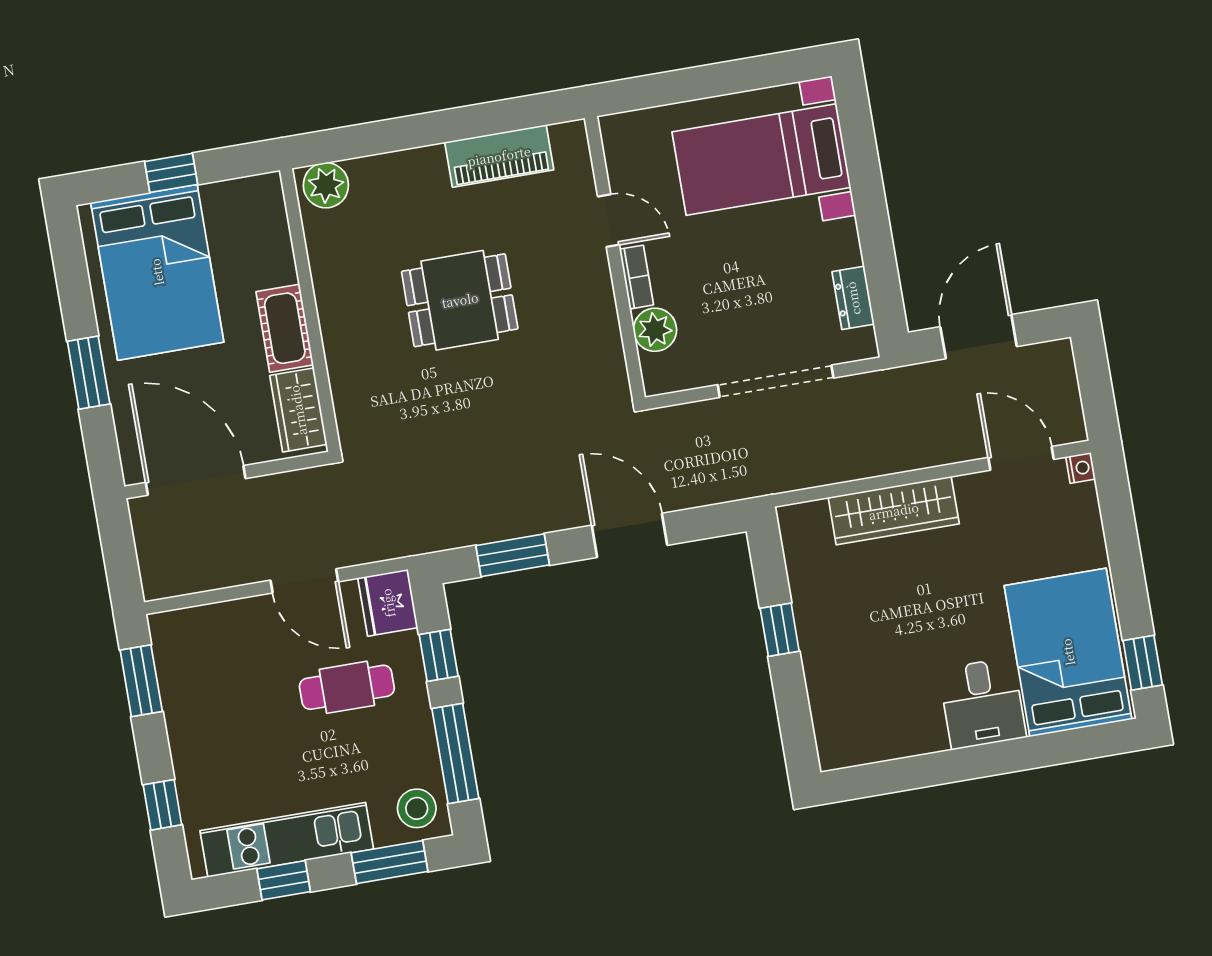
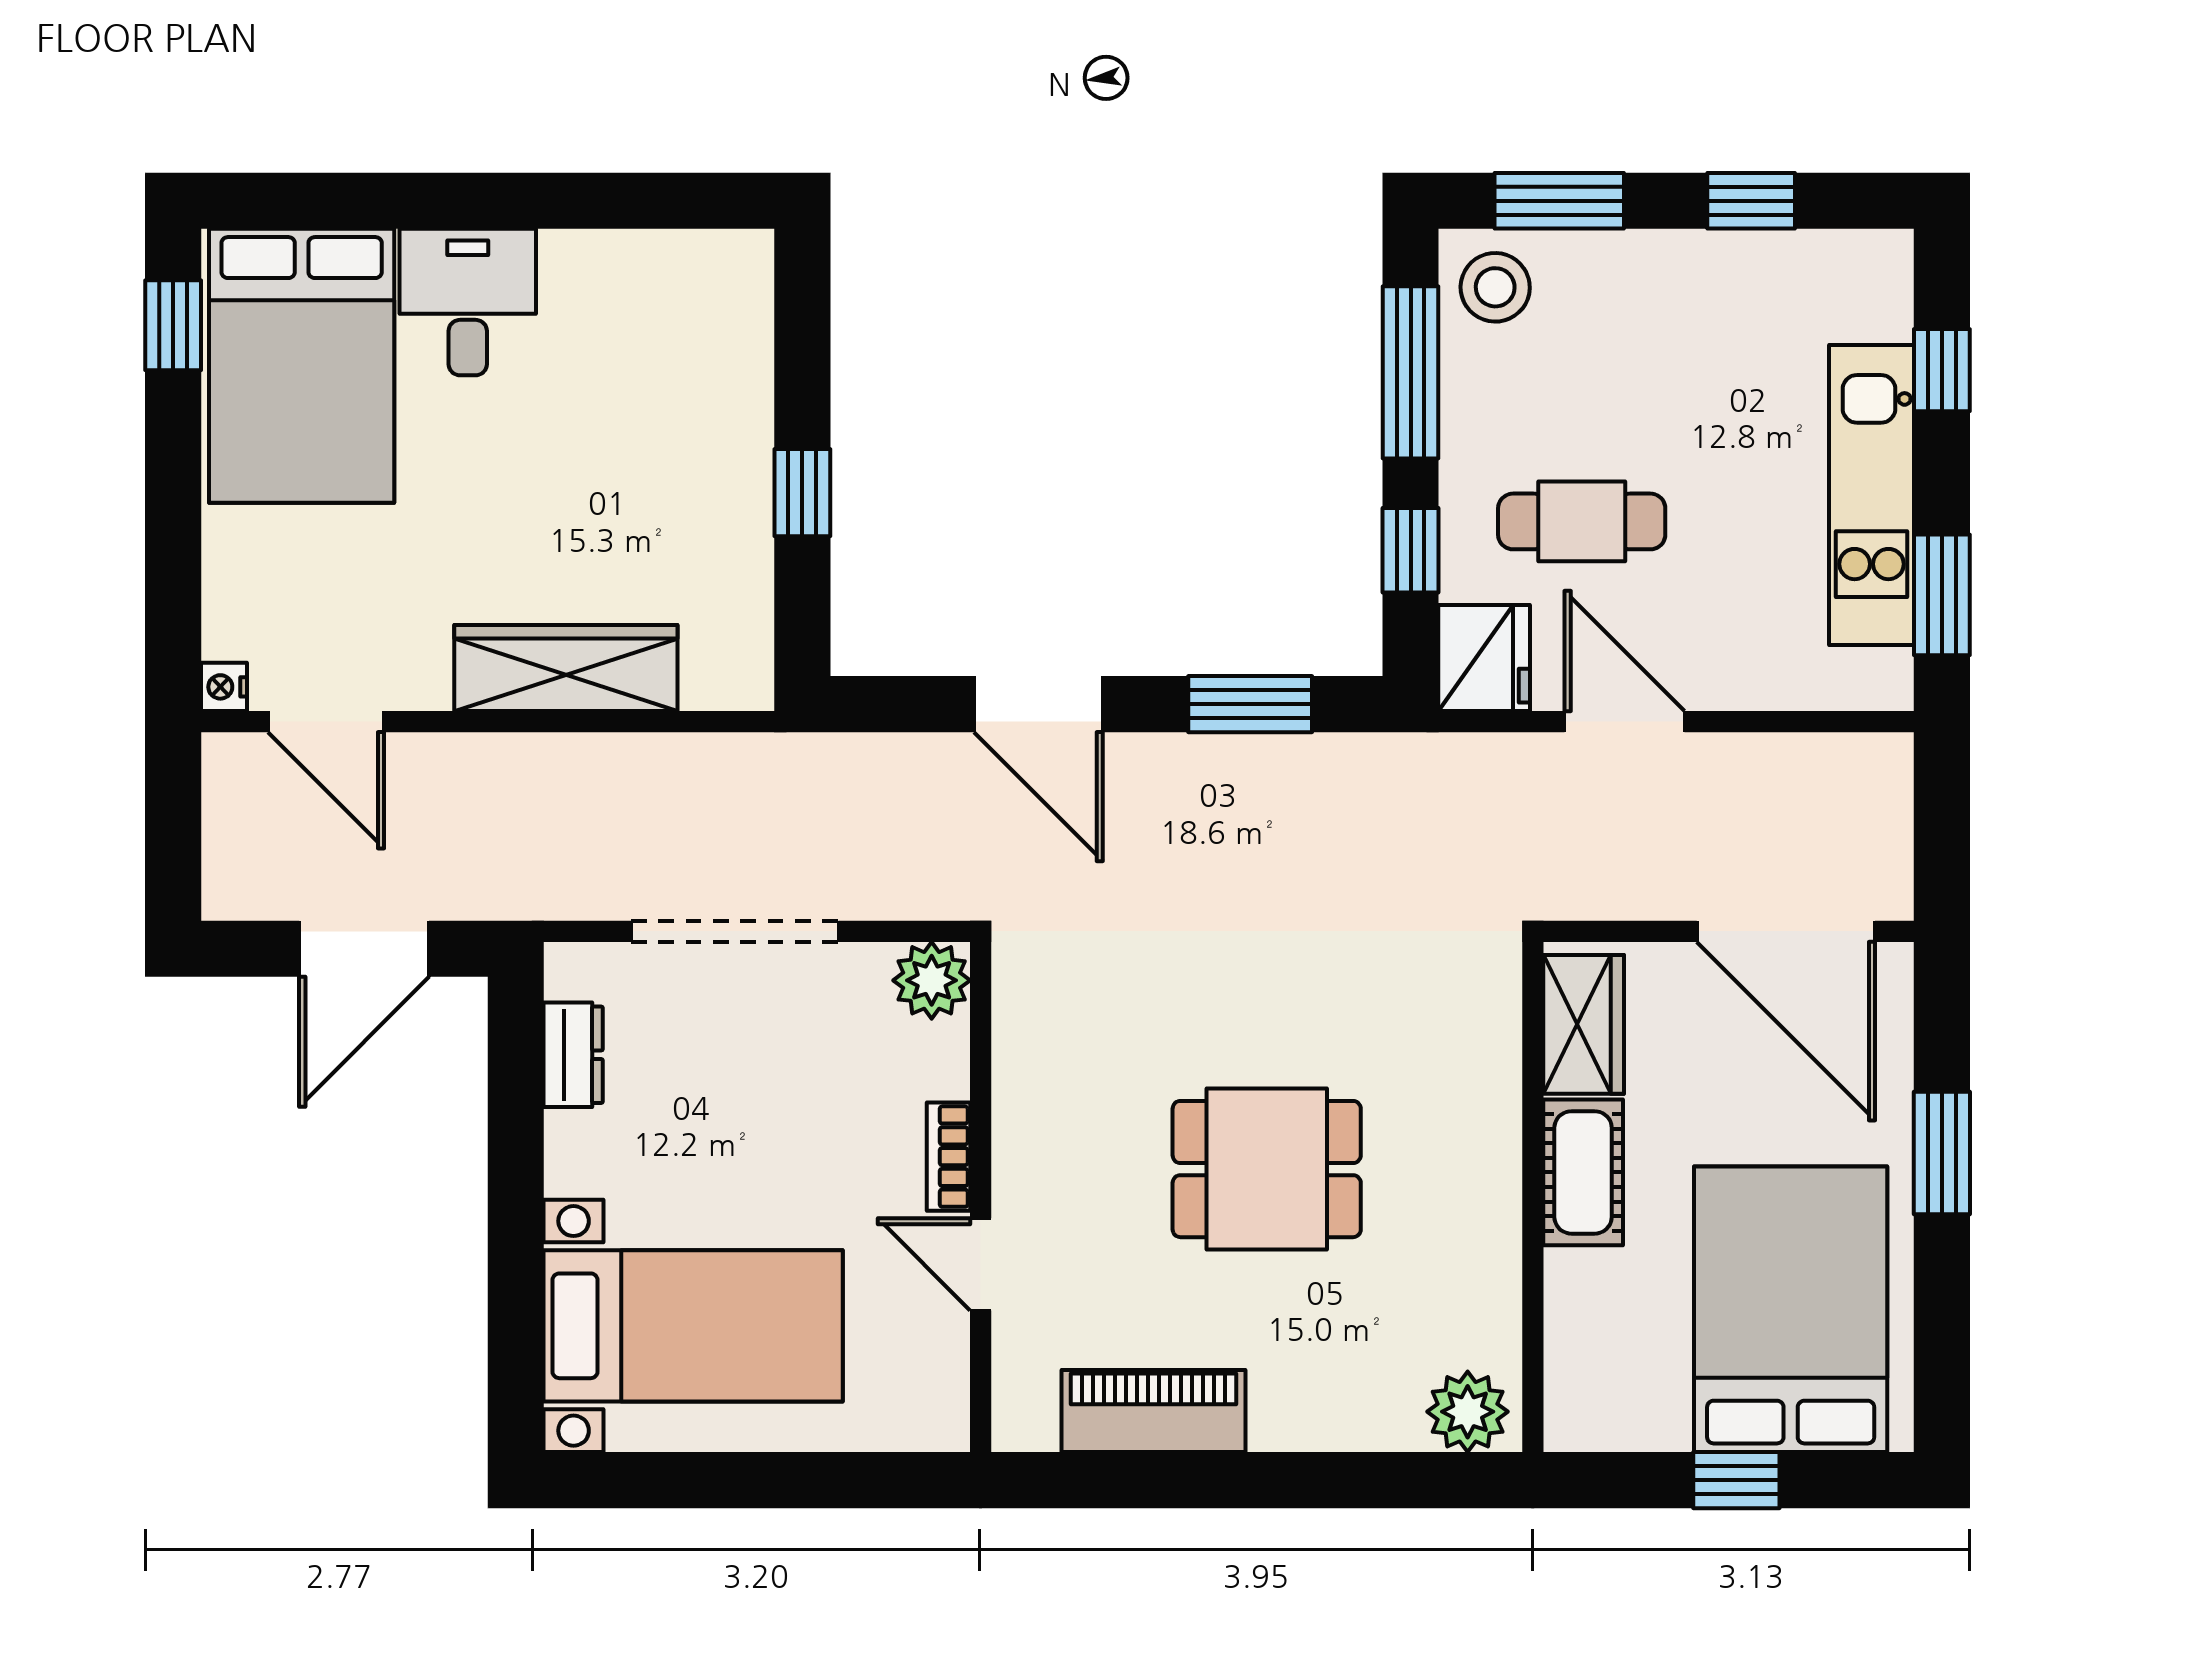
plant: (655, 330) -> (932, 980), moved
kitchen unit: (287, 840) -> (1872, 495), moved, turned 90

